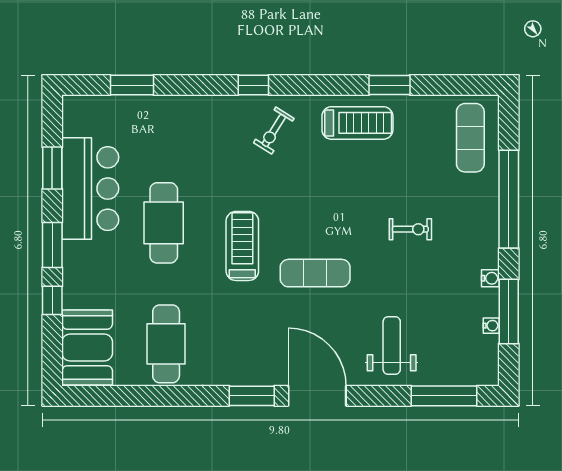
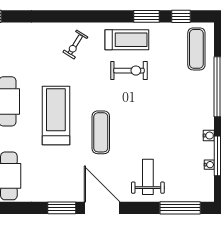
window: (253, 85) -> (181, 16), moved
exercise bike: (410, 229) -> (129, 71), moved, width x1.38, depth x1.39
treadmill: (242, 246) -> (56, 116), width x1.37, depth x1.38
exercise mat: (315, 273) -> (101, 132), turned 90

